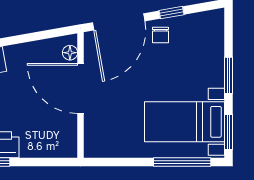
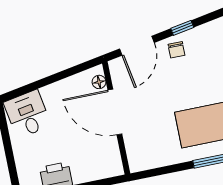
door: (119, 22) -> (137, 46), width x0.73

